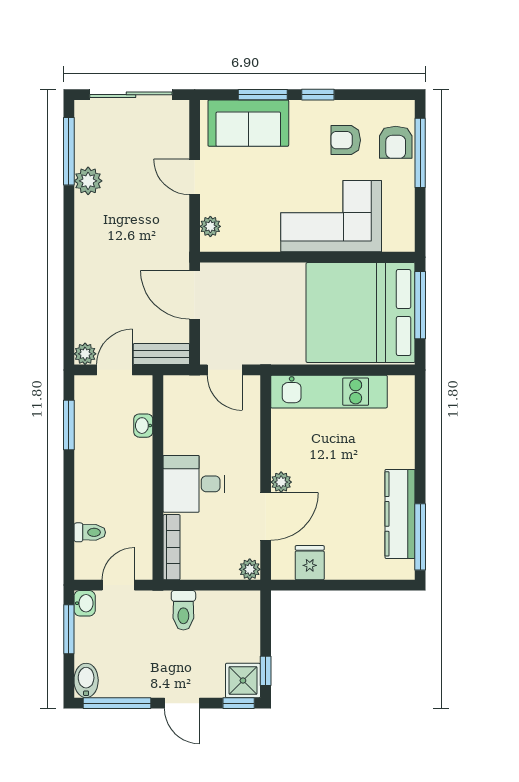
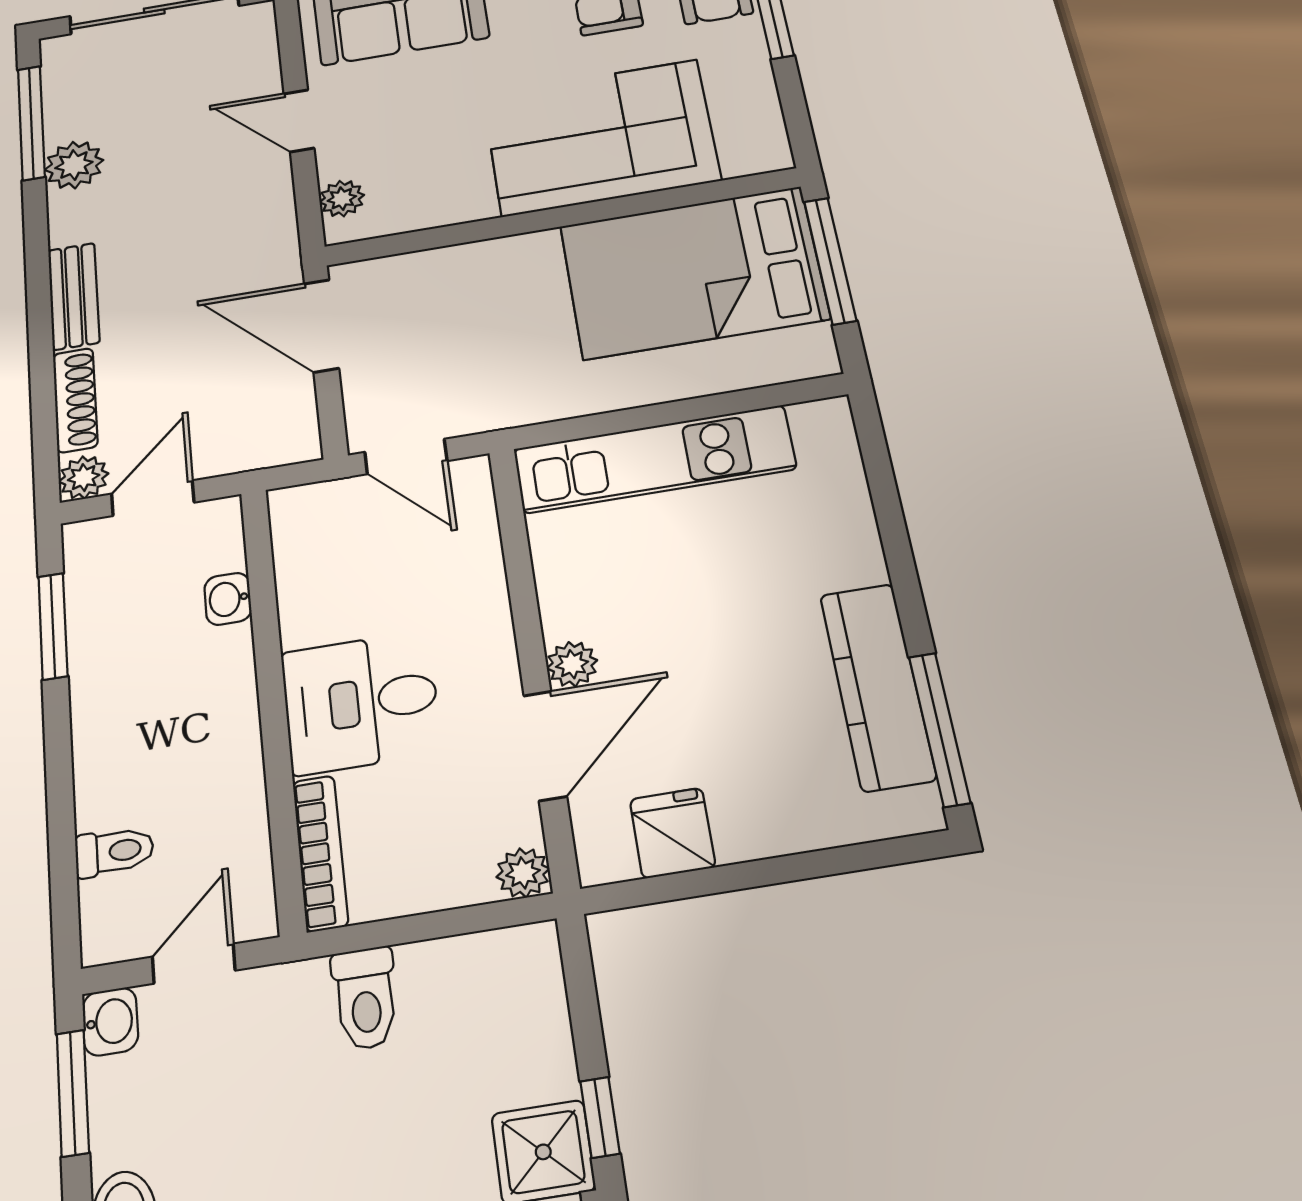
bed: (361, 312) -> (693, 272), width x0.73
shoe rack: (83, 313) -> (75, 400), added
bench: (161, 354) -> (74, 296), moved, turned 90

